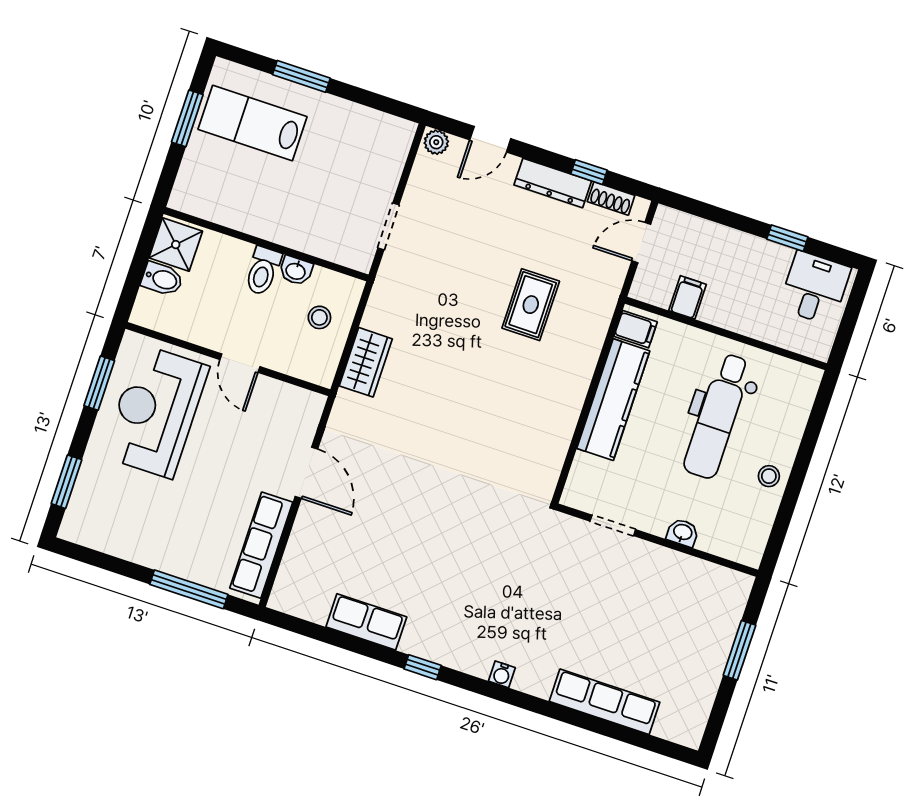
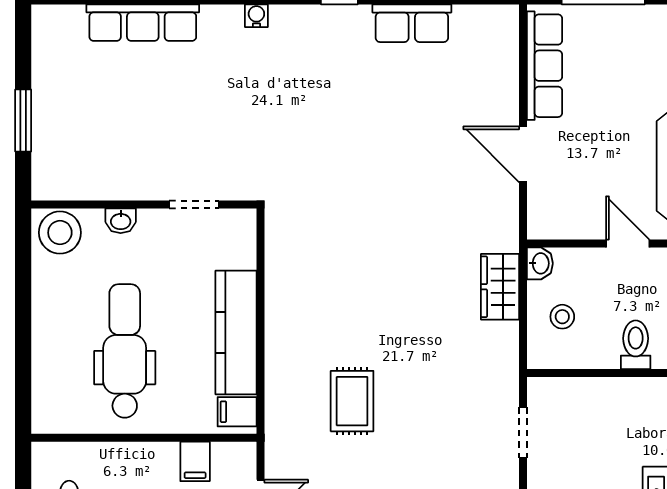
washbasin: (296, 271) -> (540, 263), moved, turned 90
stool: (769, 476) -> (60, 233), moved, width x1.89, depth x1.89

